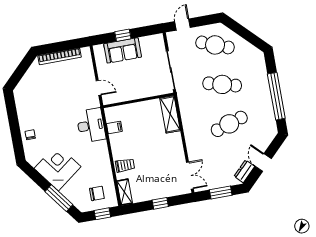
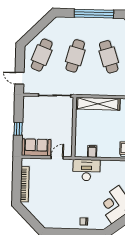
sofa: (123, 50) -> (36, 147), moved, turned -90
shelving: (170, 114) -> (98, 104), width x1.47

